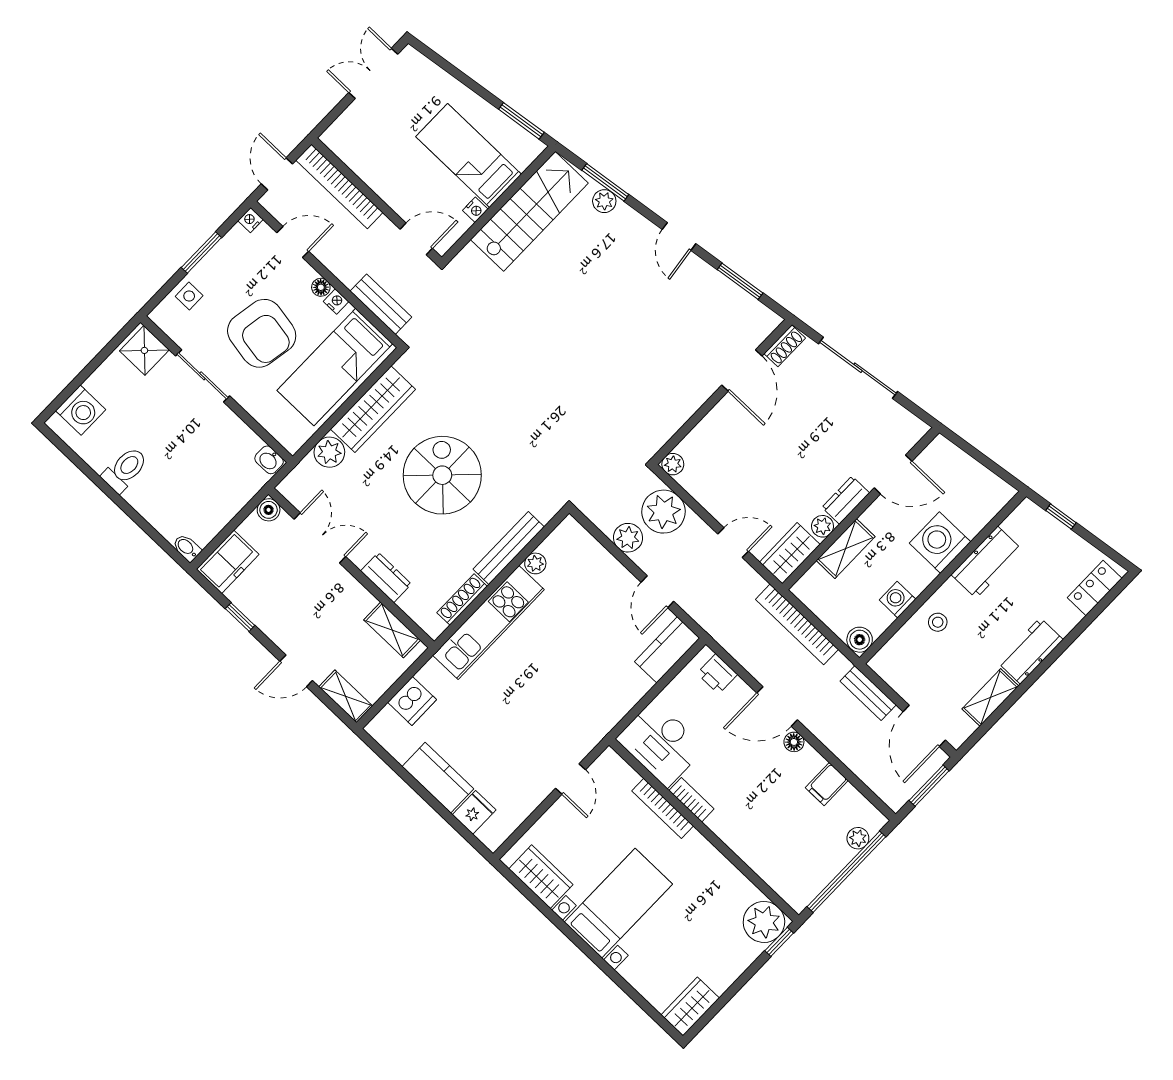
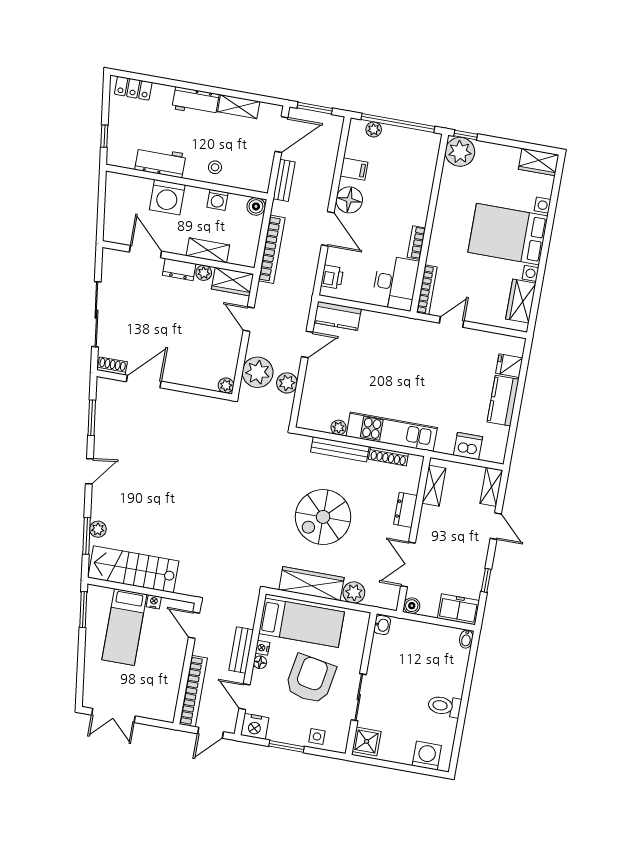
nightstand: (250, 220) -> (255, 726), width x1.89, depth x1.79
bench: (381, 304) -> (241, 650), moved
floor lamp: (794, 742) -> (349, 200), width x1.89, depth x1.89
bookcase: (663, 808) -> (427, 290), moved
bed with nightstands: (618, 903) -> (508, 234), width x1.36

